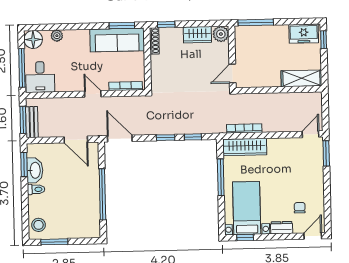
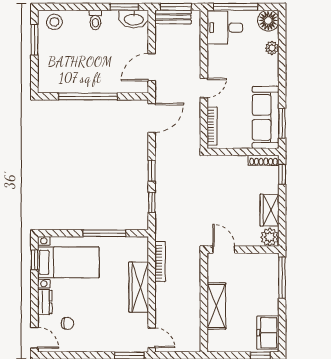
shelving: (301, 78) -> (216, 306), moved
wardrobe: (245, 147) -> (139, 287), moved
washbasin: (35, 170) -> (134, 19), moved

